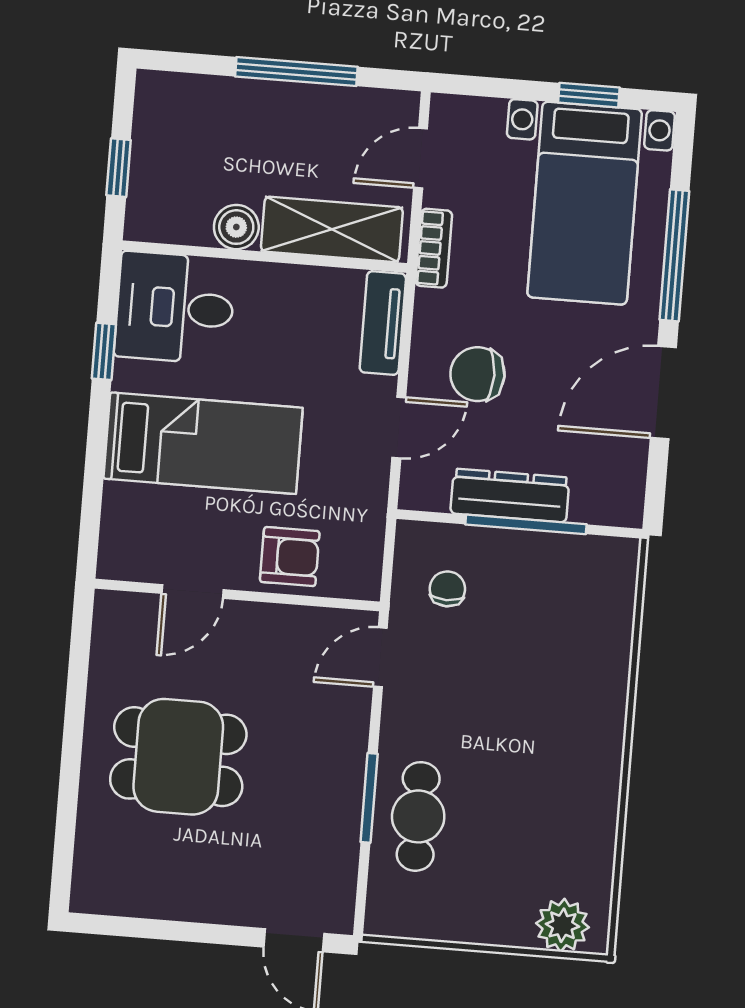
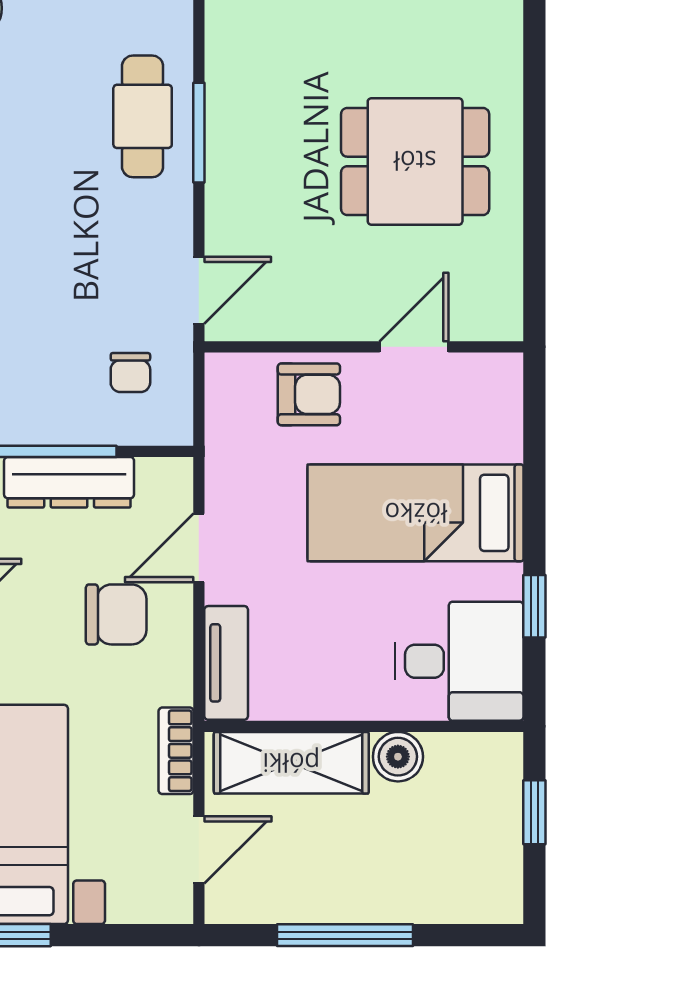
armchair: (290, 557) -> (309, 394), turned 180

